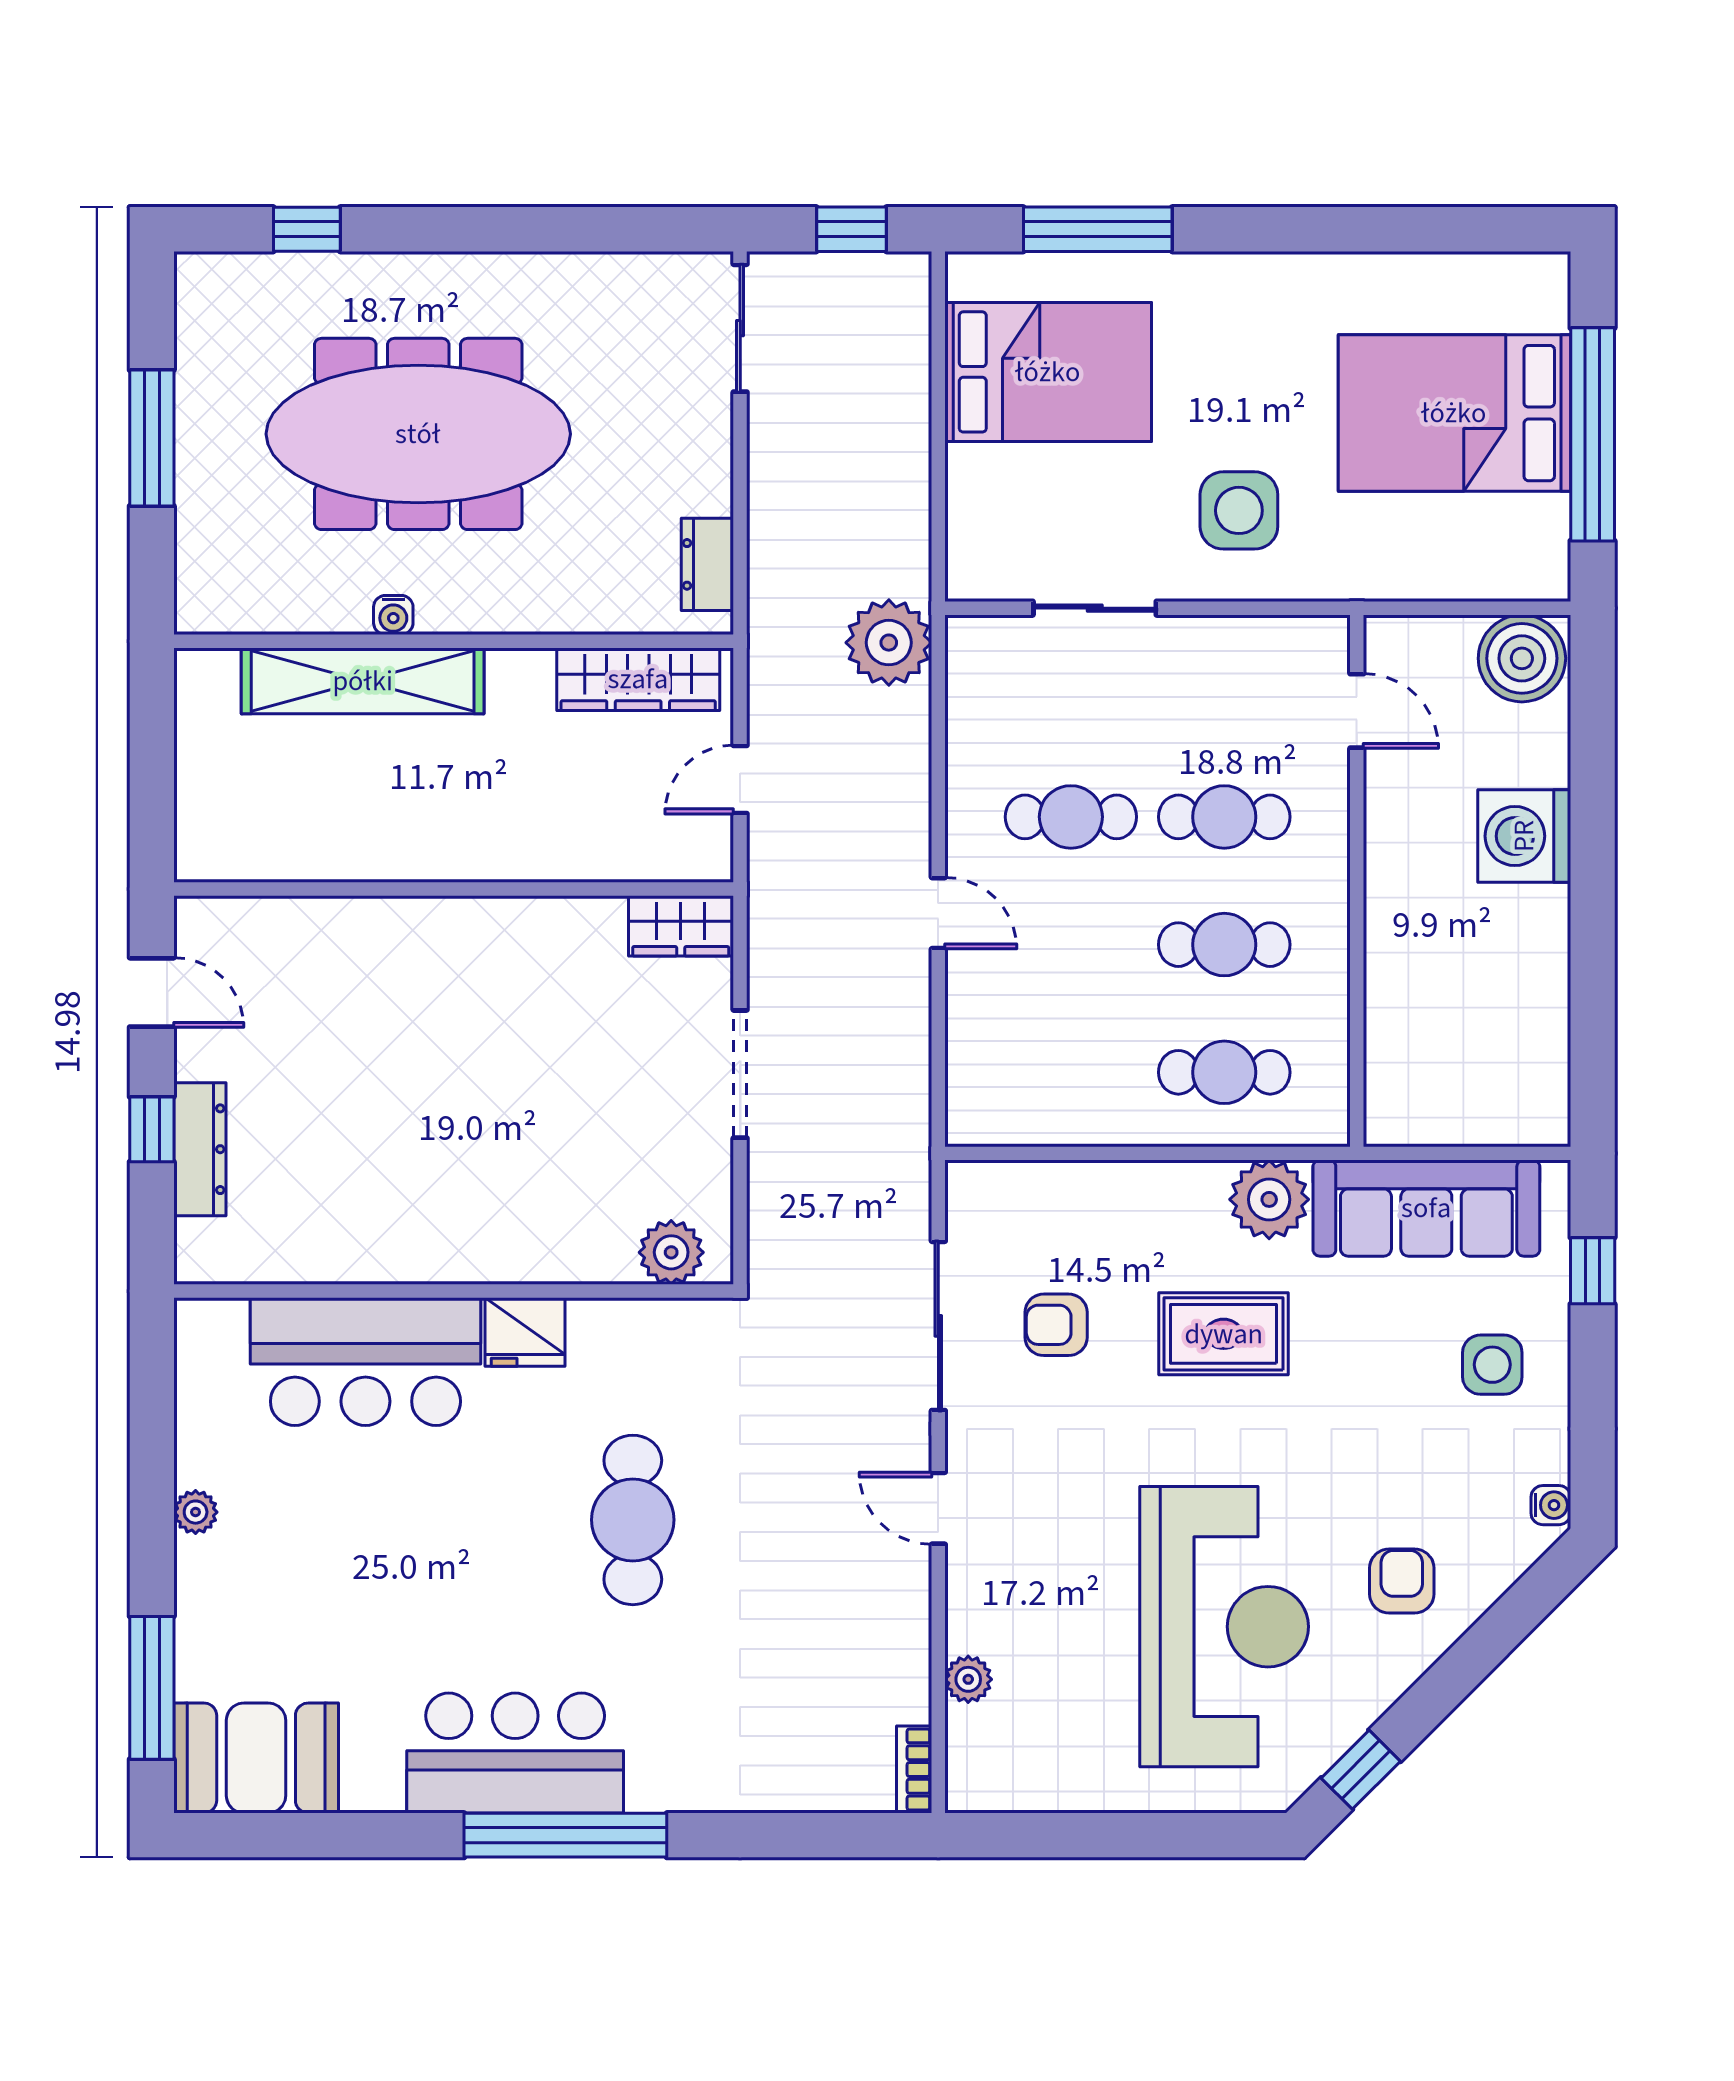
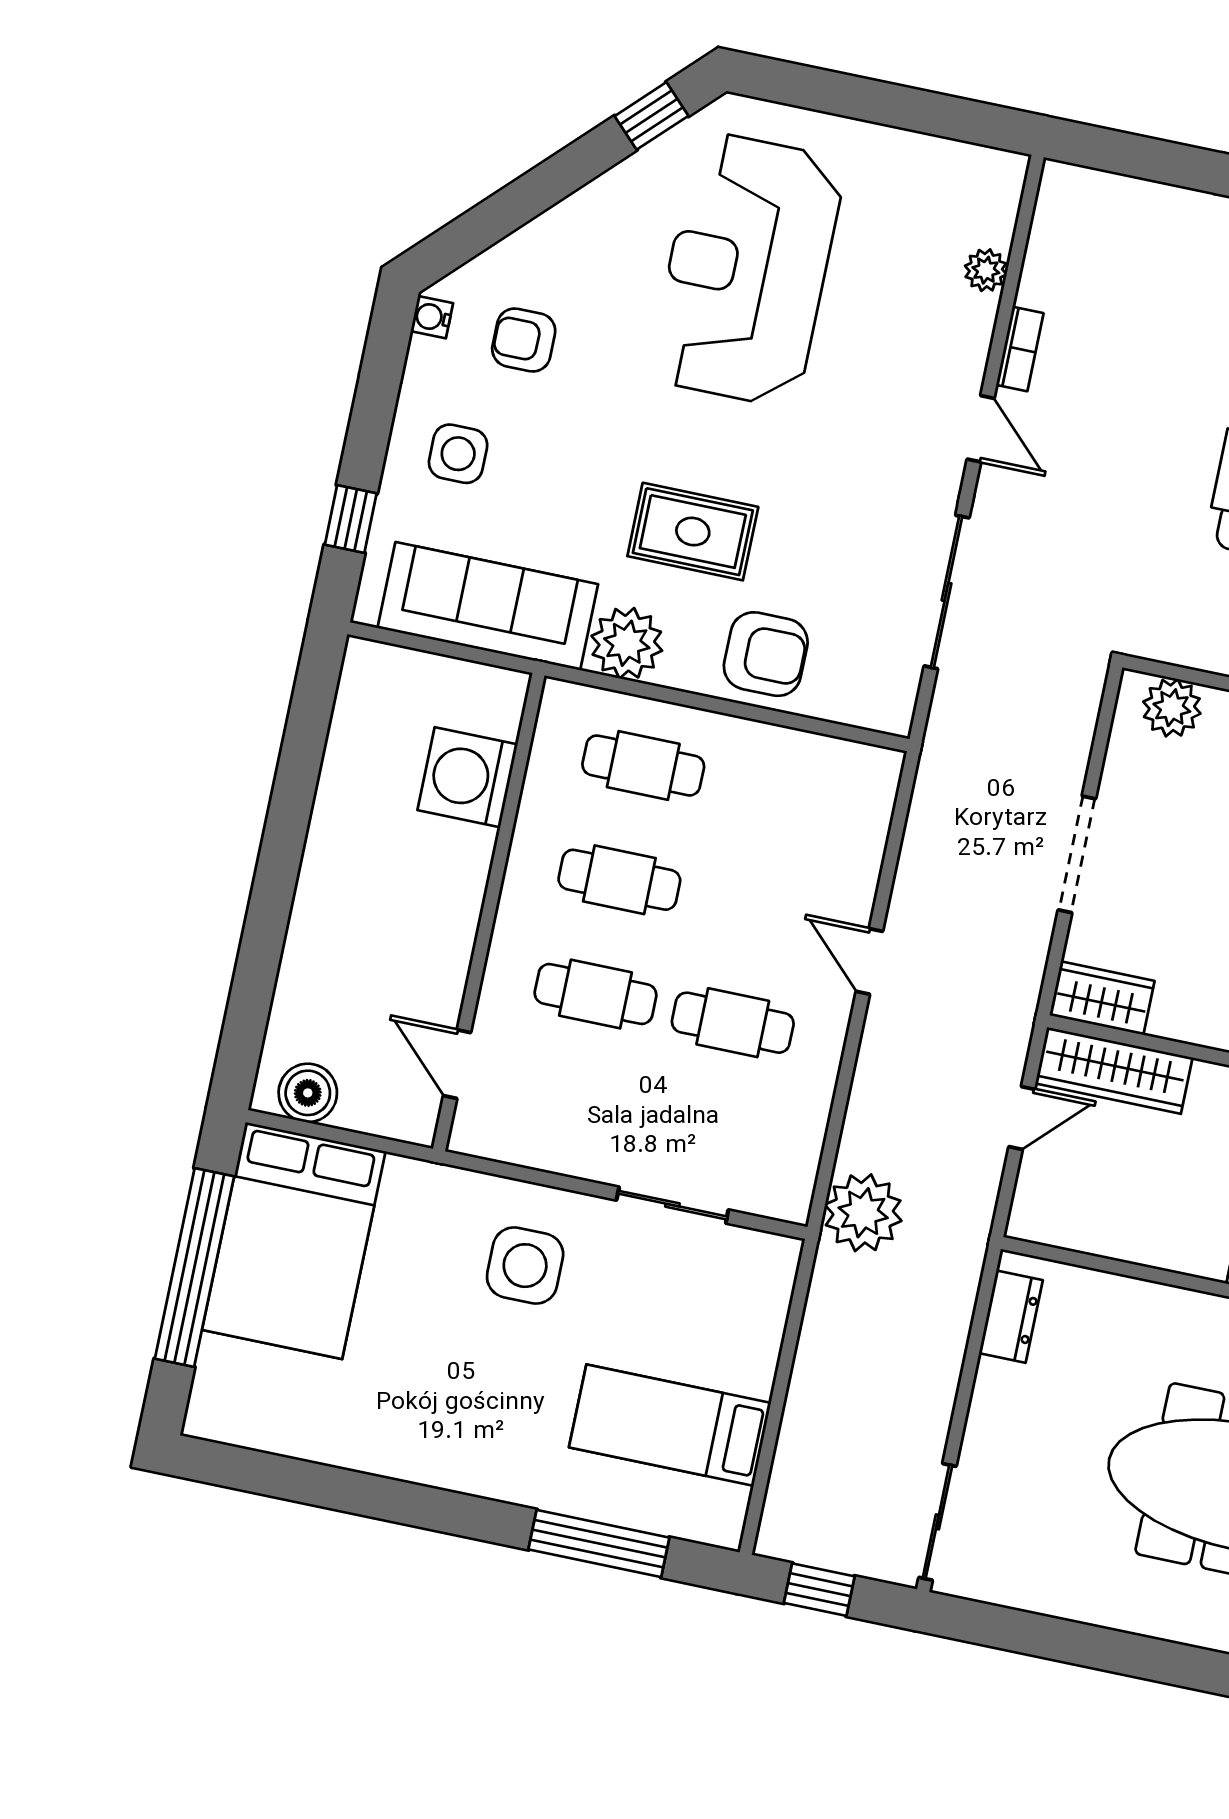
bed: (1048, 372) -> (670, 1425), width x0.67
bed: (1454, 413) -> (294, 1241), moved, turned 90
boiler: (1522, 658) -> (308, 1093), width x0.73, depth x0.73
wardrobe: (638, 679) -> (1114, 1071), moved, turned 180
washing machine: (1524, 836) -> (467, 777), moved, turned 180
armchair: (1056, 1325) -> (766, 654), moved, width x1.38, depth x1.38
armchair: (1402, 1581) -> (524, 340), moved, turned 90
bookcase: (914, 1769) -> (1020, 349), moved

